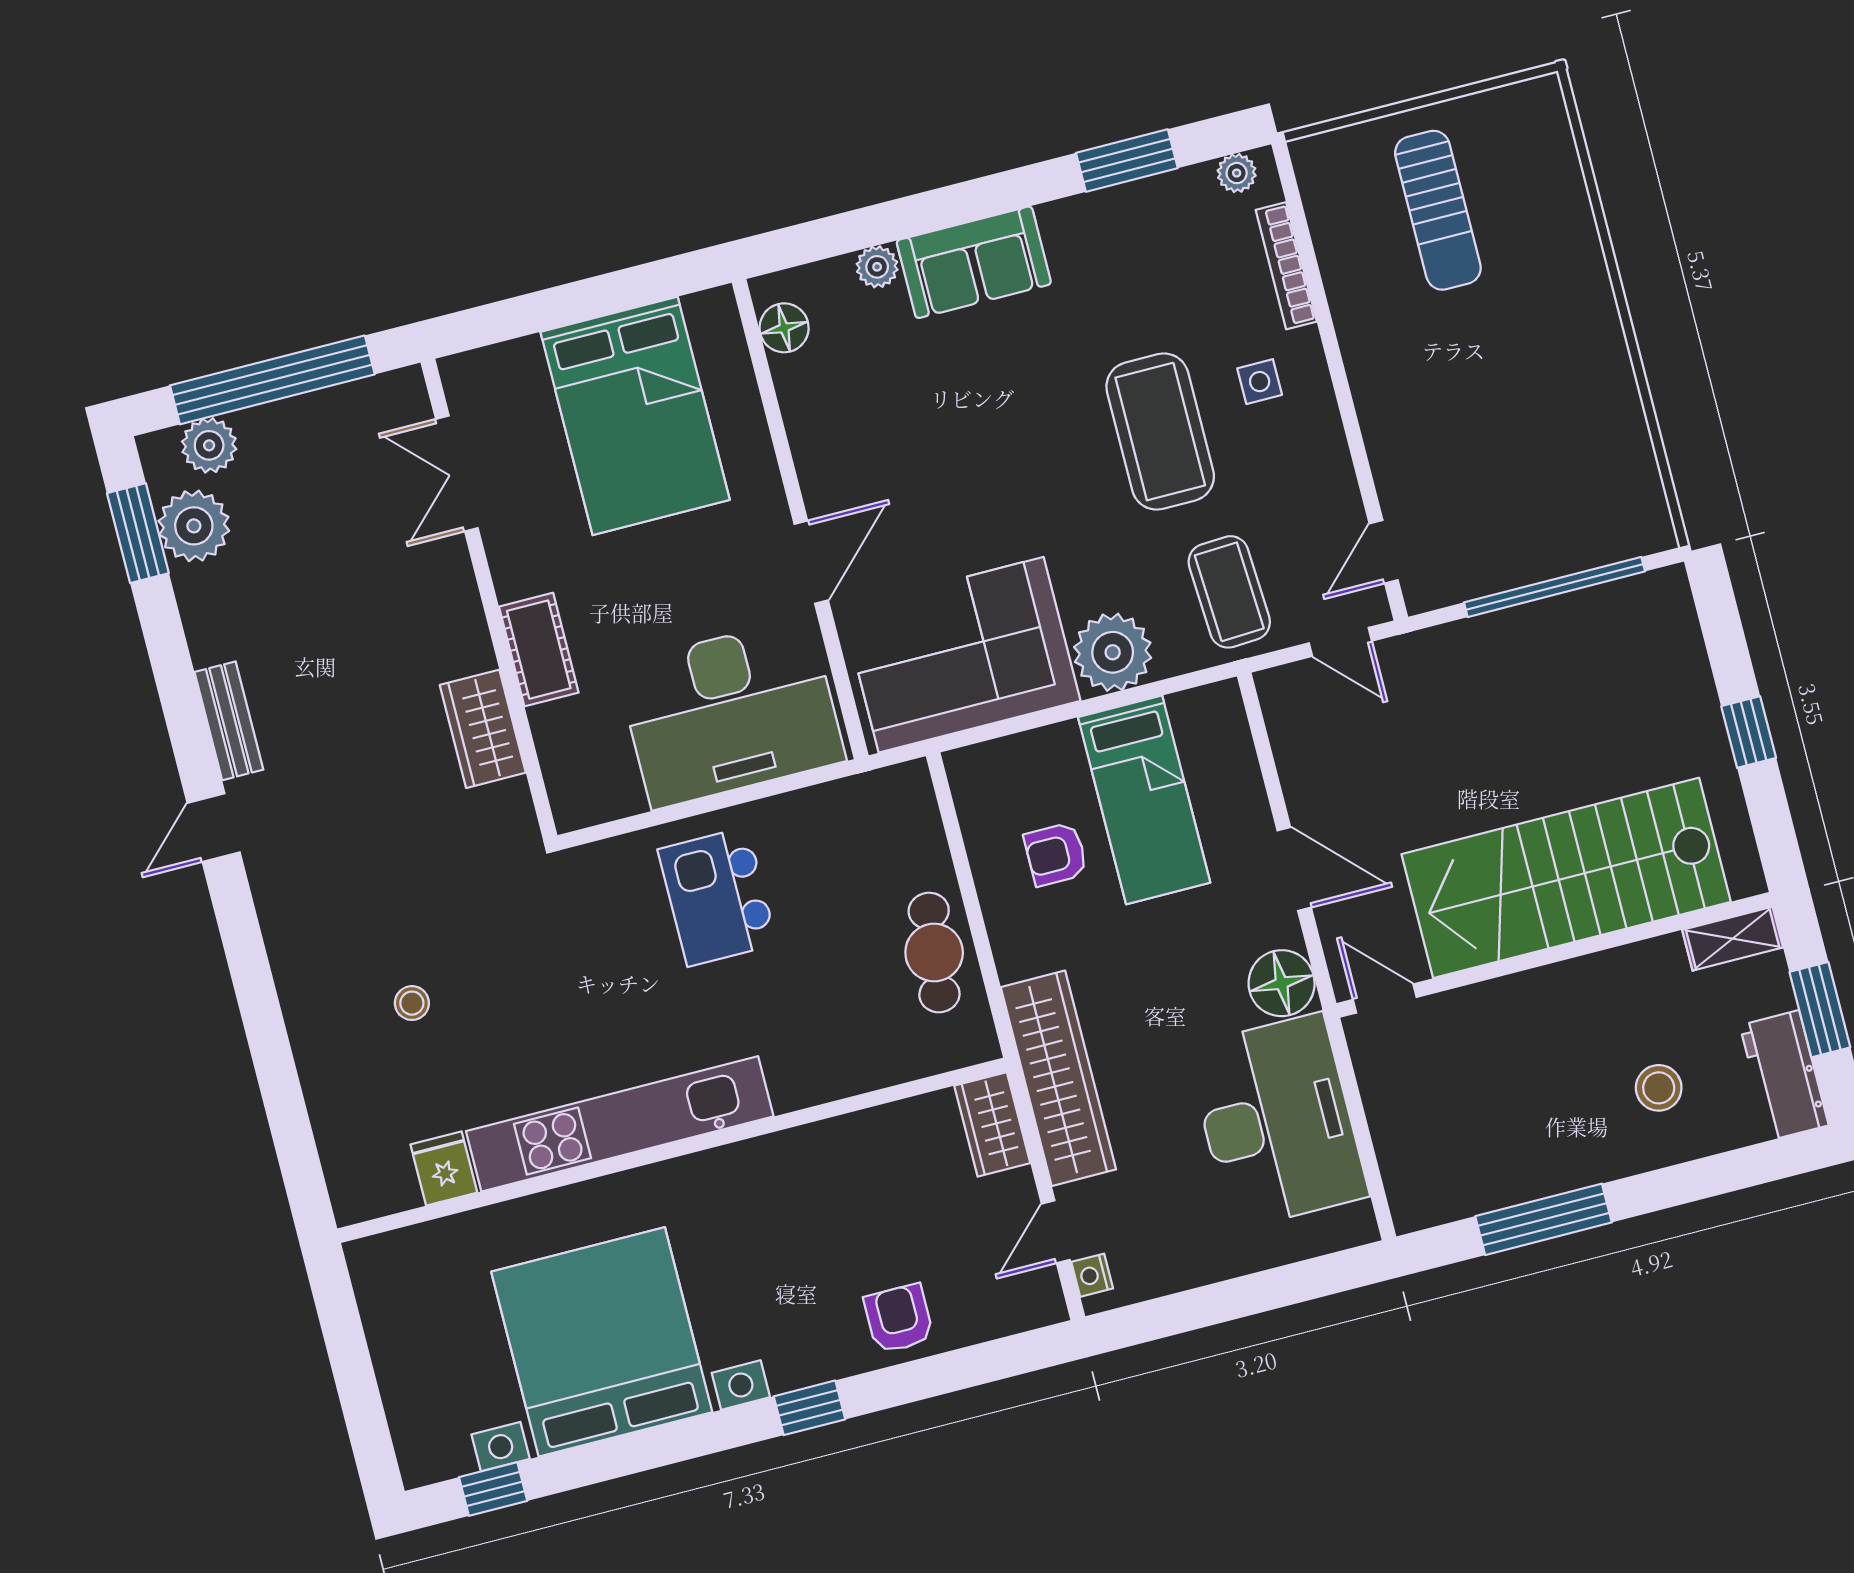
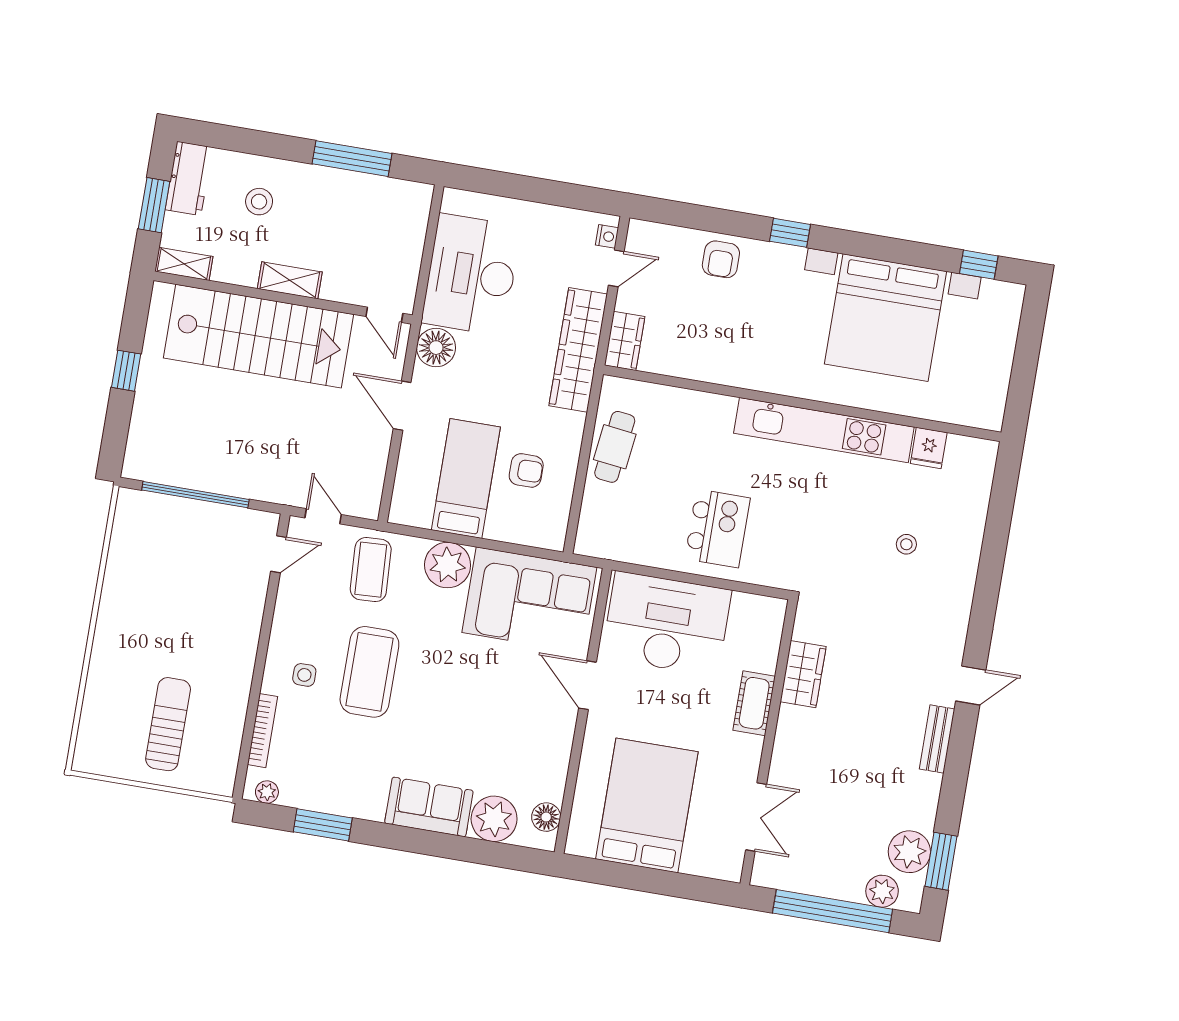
plant: (877, 267) -> (494, 819), width x1.87, depth x1.87
door: (811, 562) -> (587, 685), hinge flipped
shelving: (1556, 986) -> (290, 280), added

